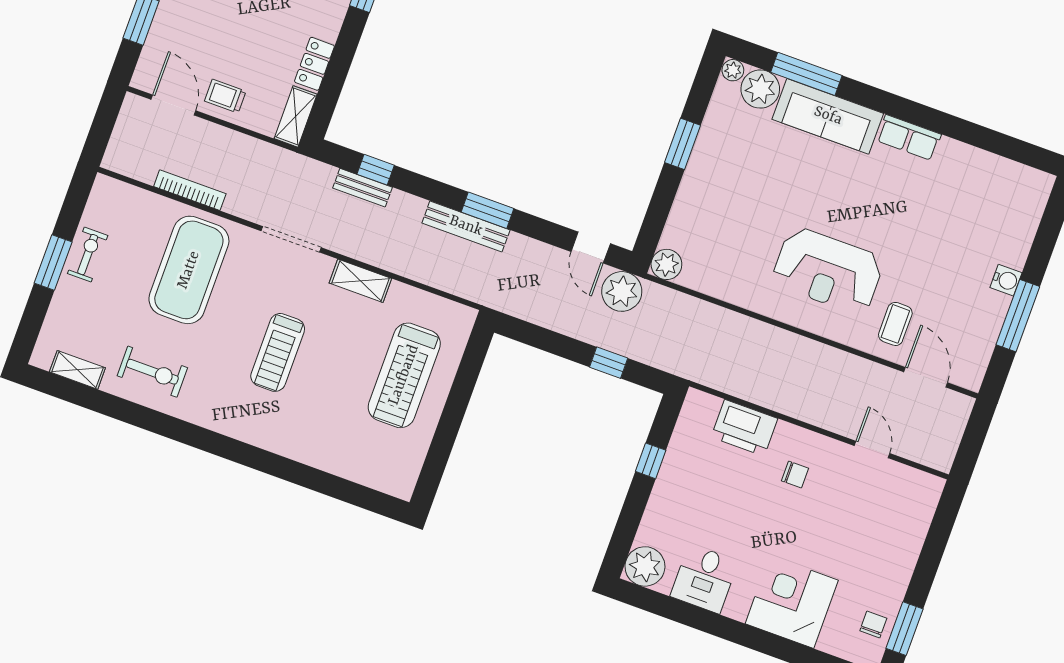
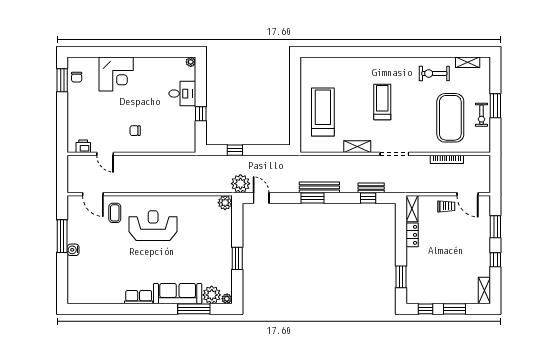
exercise mat: (189, 270) -> (450, 118), moved
printer: (744, 428) -> (83, 146), moved, width x0.53, depth x0.68
plant: (645, 566) -> (191, 62), width x0.53, depth x0.53
desk: (704, 579) -> (182, 94), moved, turned 90

